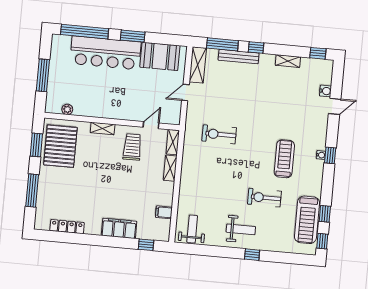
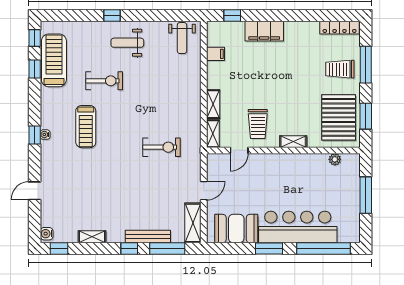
water cooler: (325, 91) -> (47, 234), moved
trolley: (55, 189) -> (340, 69), added
locker: (67, 227) -> (340, 28), moved

